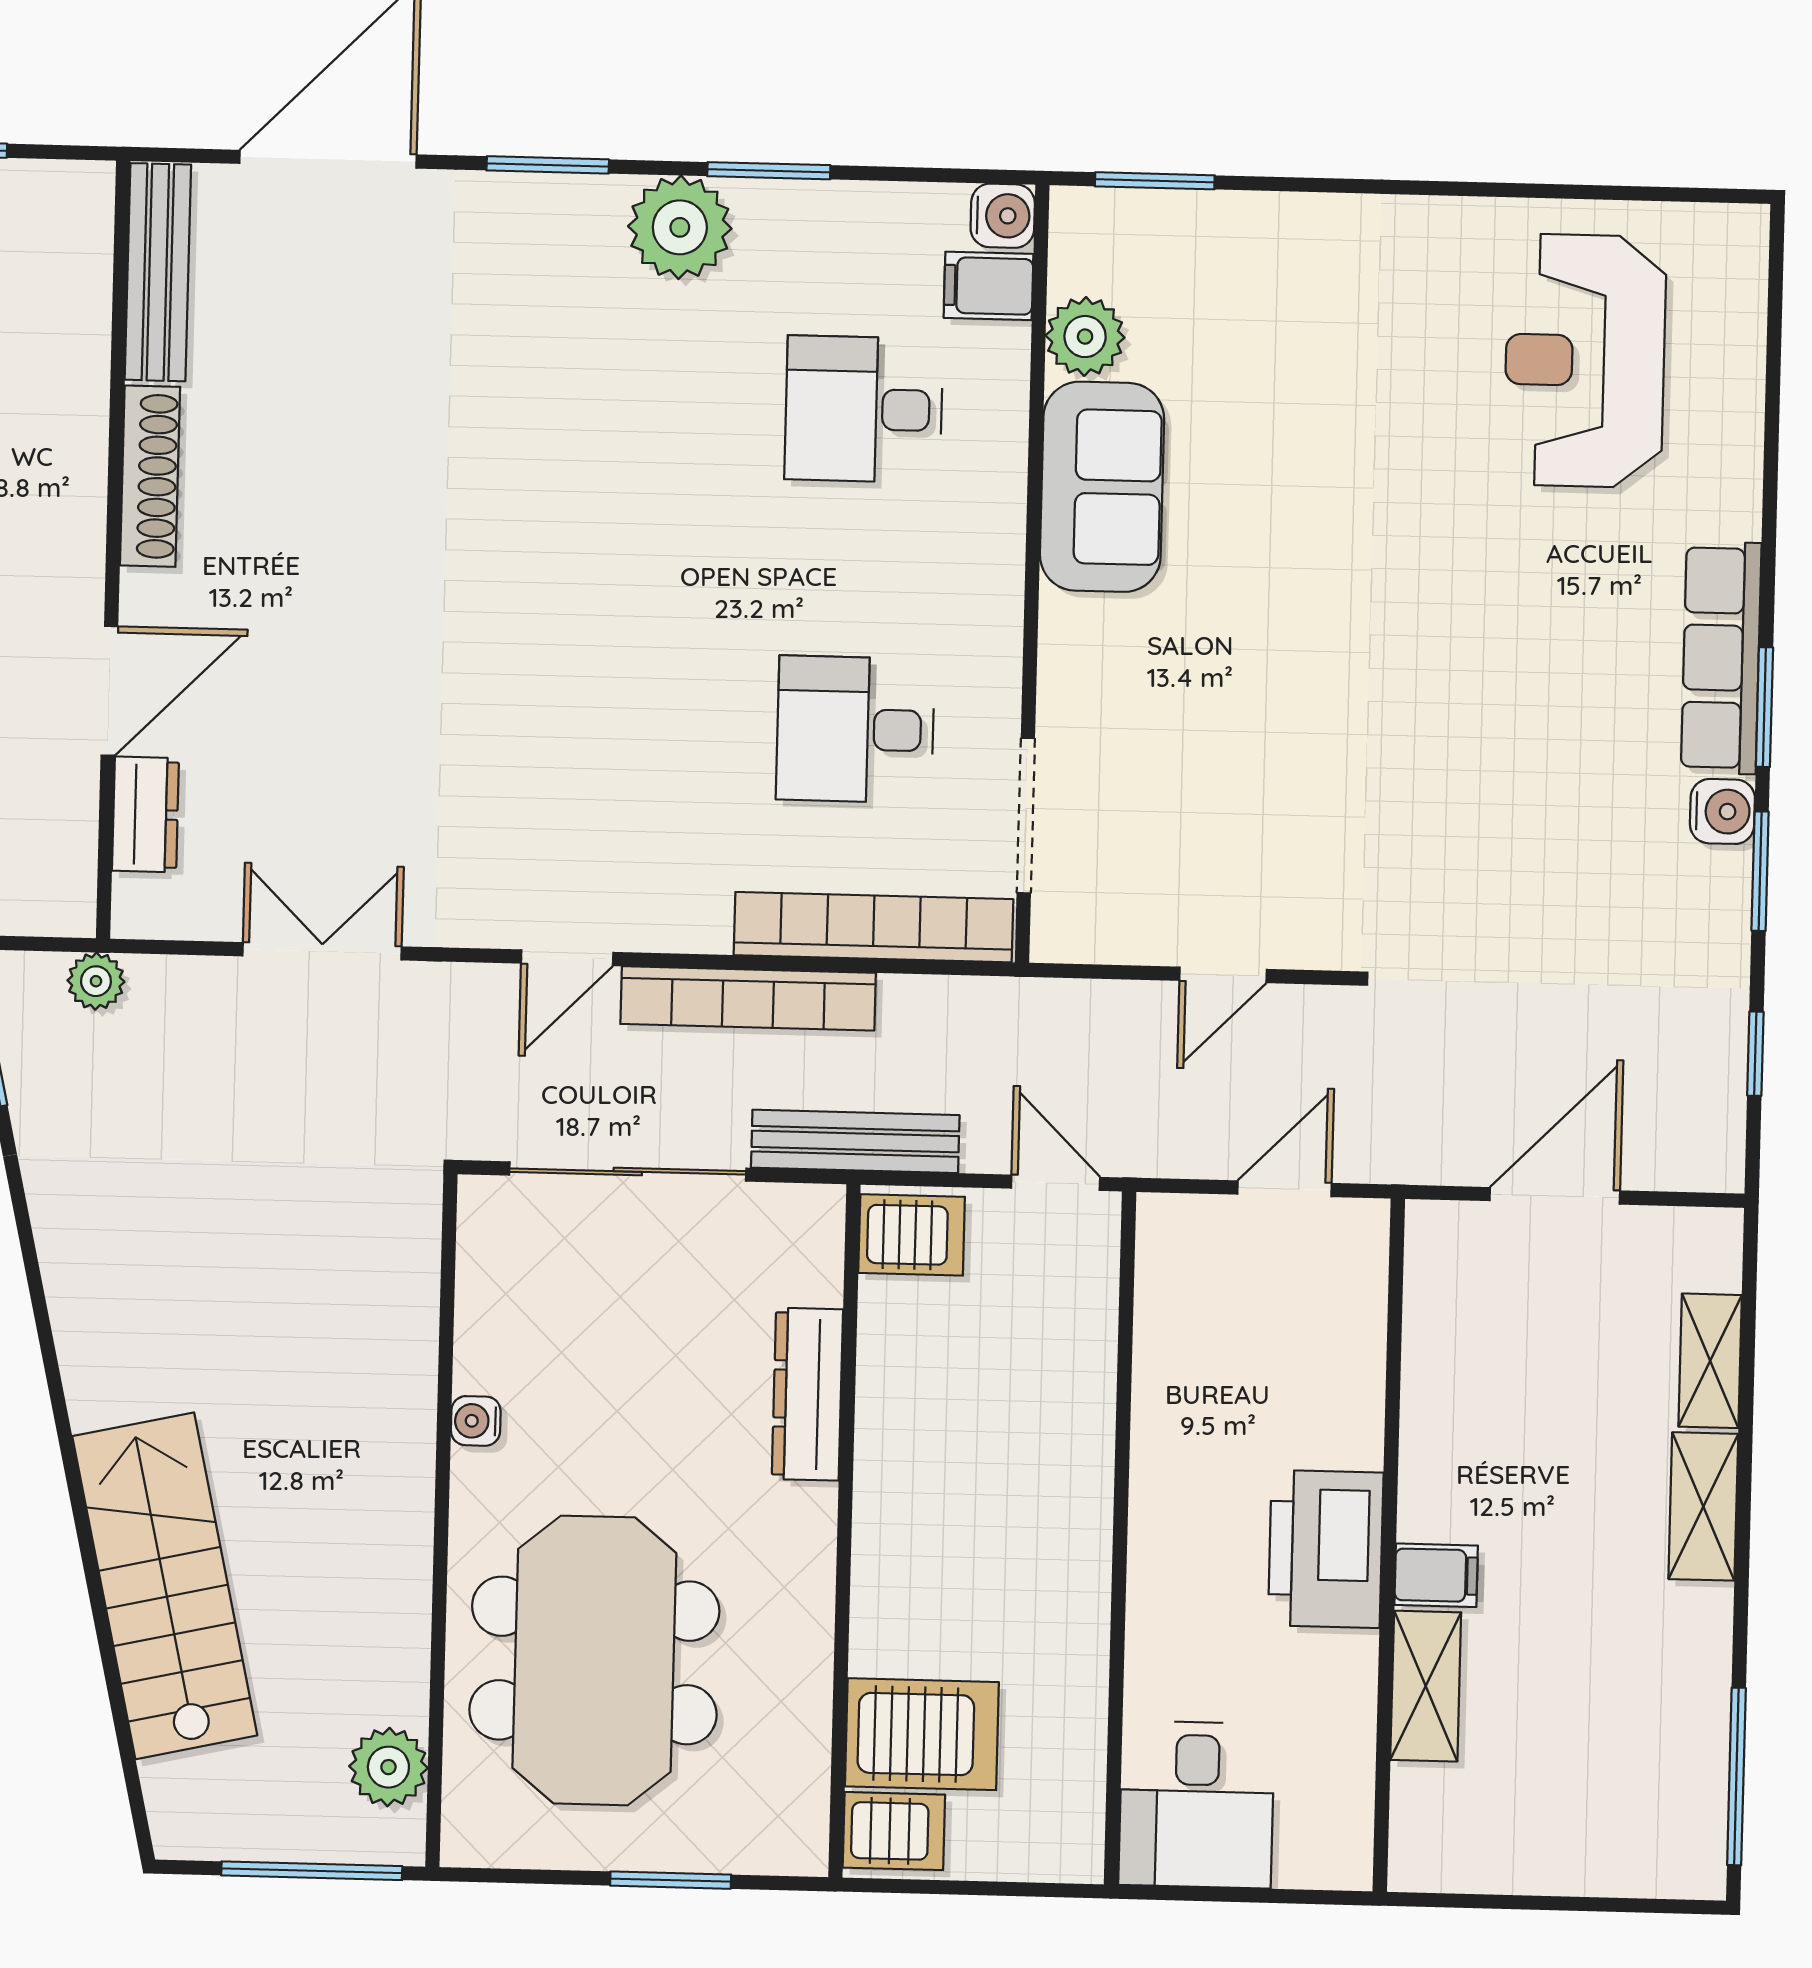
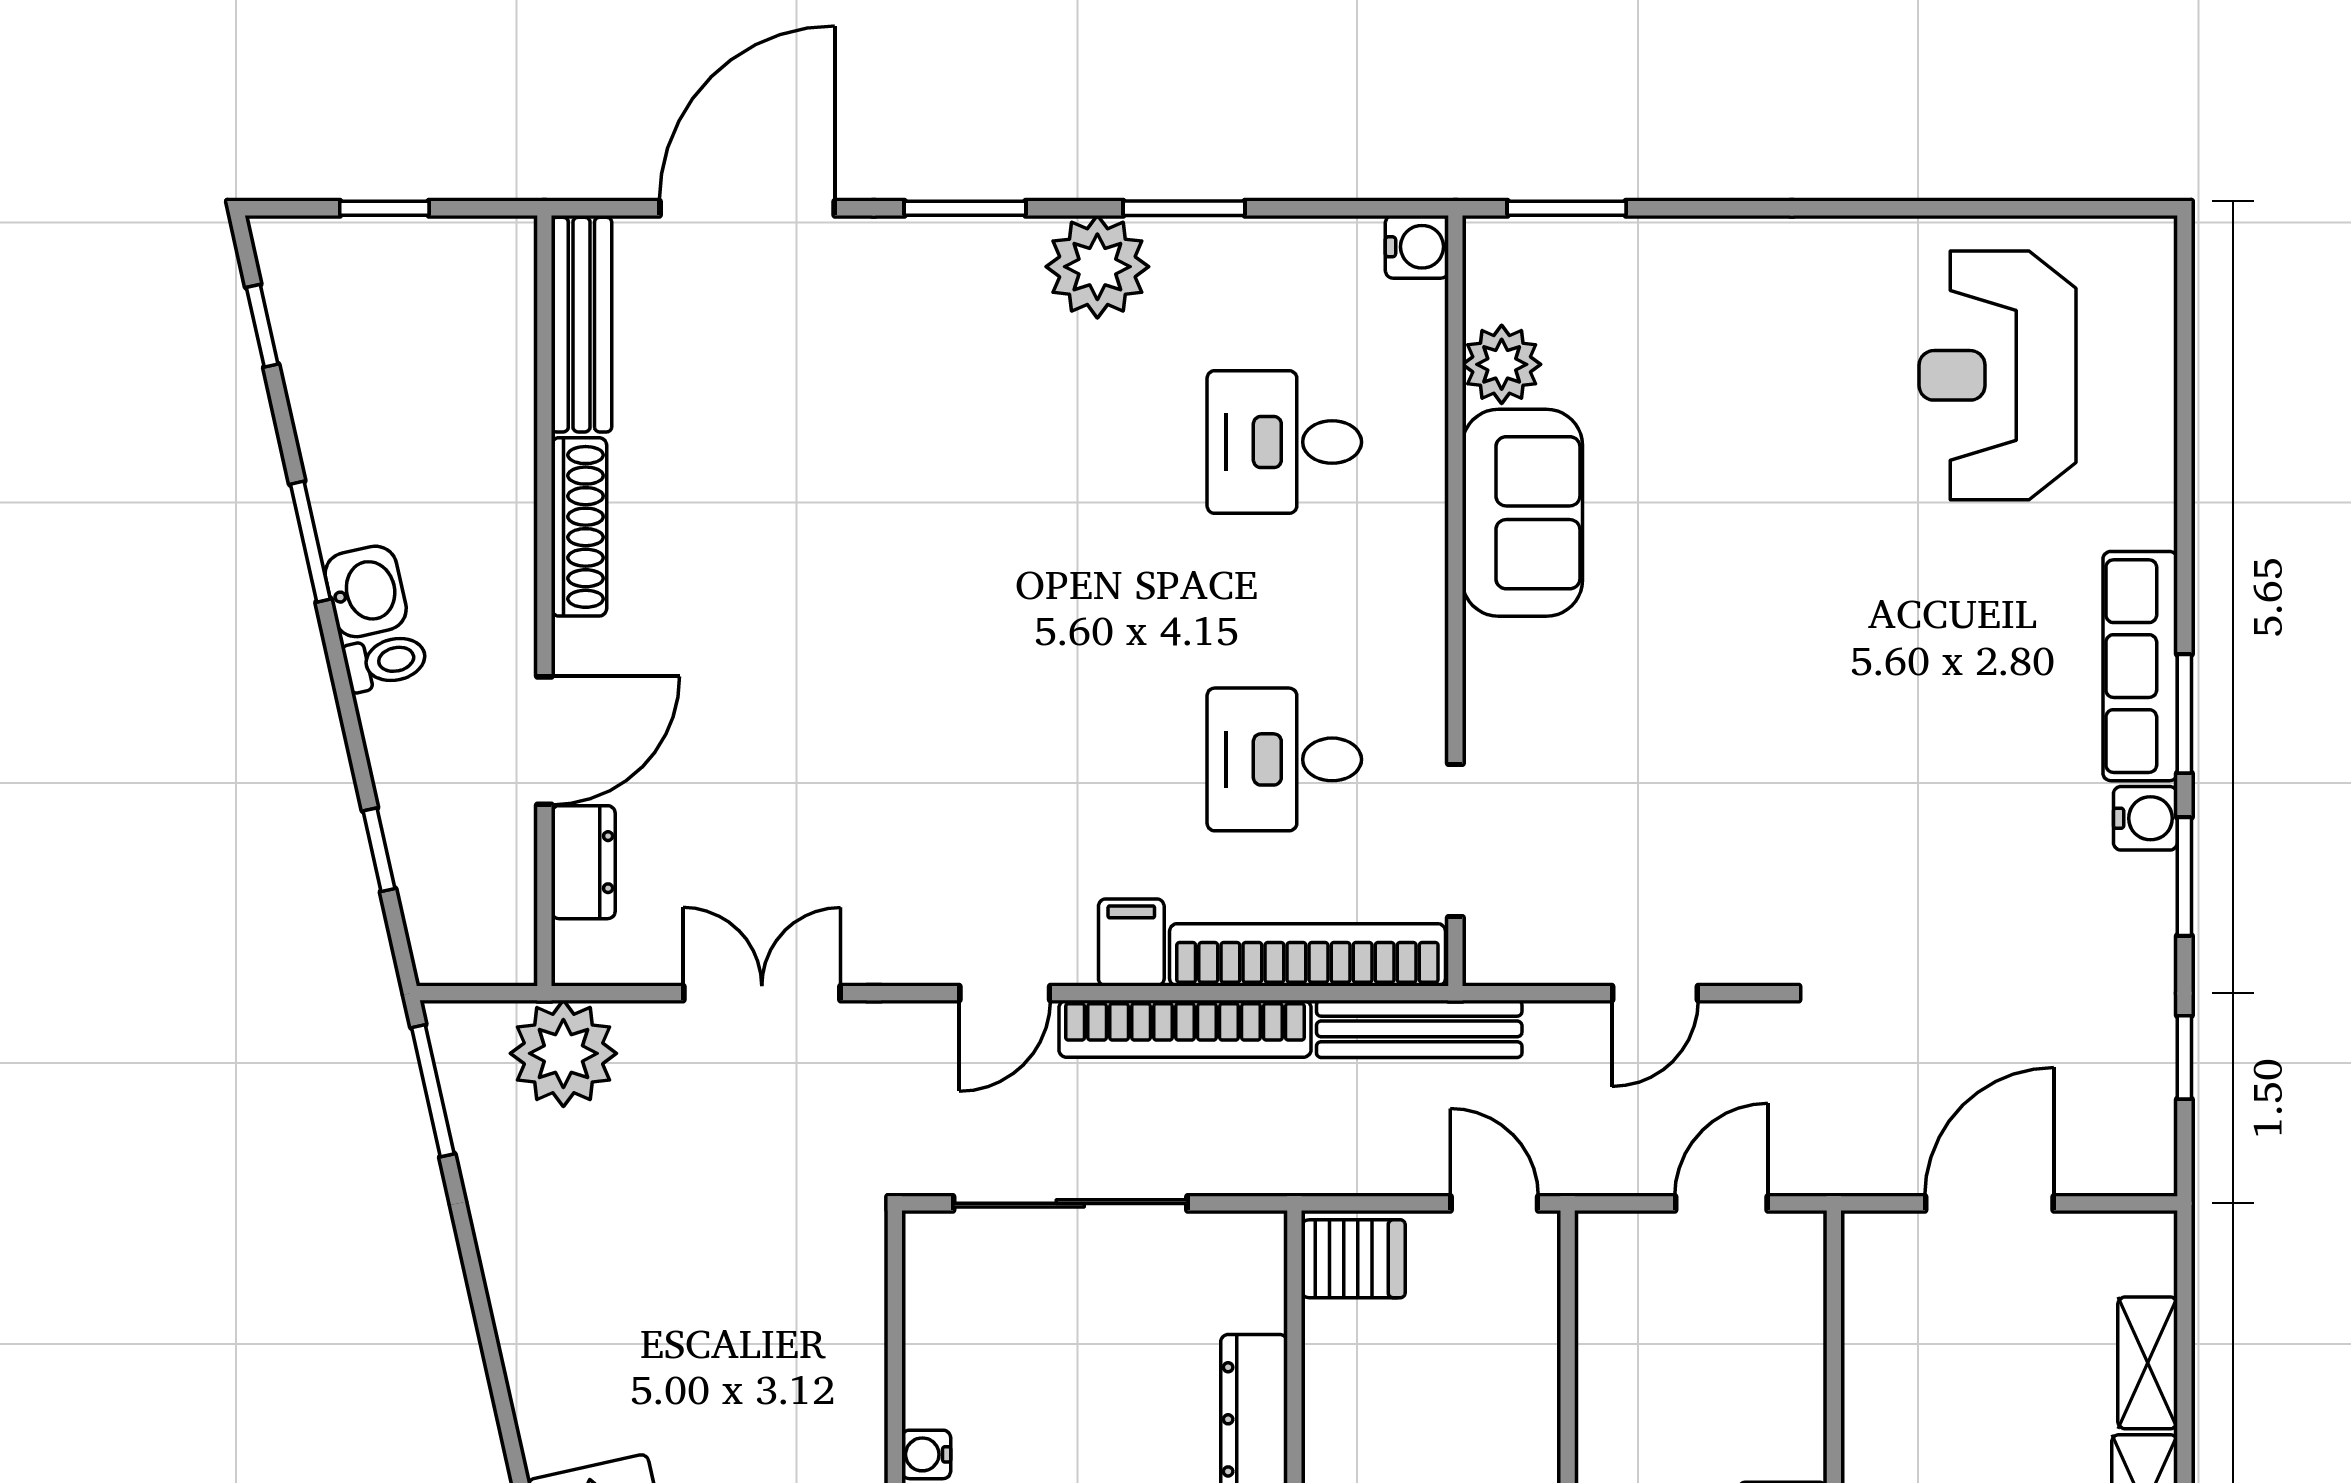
filing cabinet: (989, 286) -> (1131, 942), moved, turned 90
plant: (96, 981) -> (563, 1053), width x1.88, depth x1.88
bench: (855, 1141) -> (1419, 1029), moved

